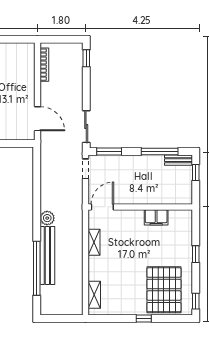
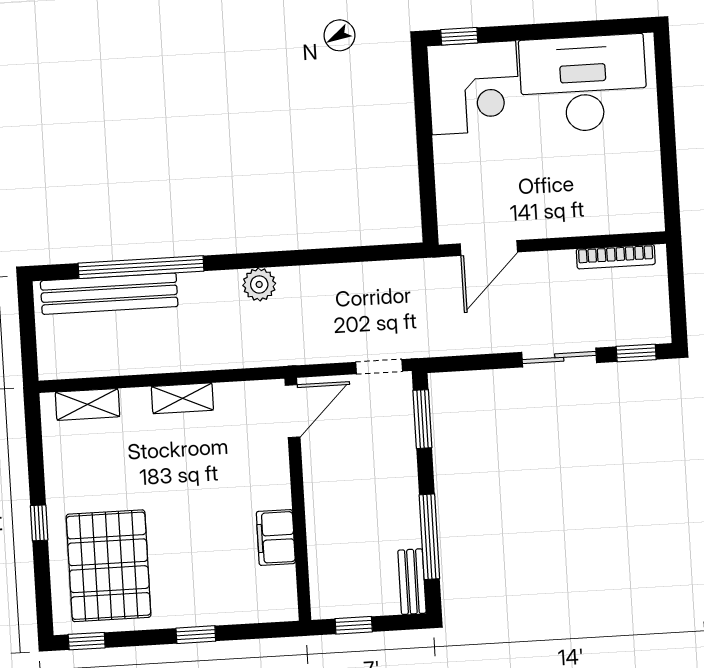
sliding door: (86, 127) -> (559, 358), moved
window: (196, 172) -> (354, 625), moved
door: (102, 207) -> (293, 411), hinge flipped
shelving: (94, 242) -> (182, 398), moved
bench: (47, 255) -> (109, 294), moved
pallet: (164, 290) -> (109, 566), turned 90

